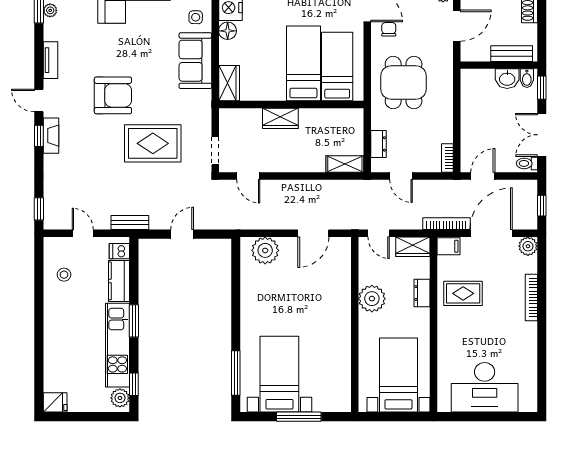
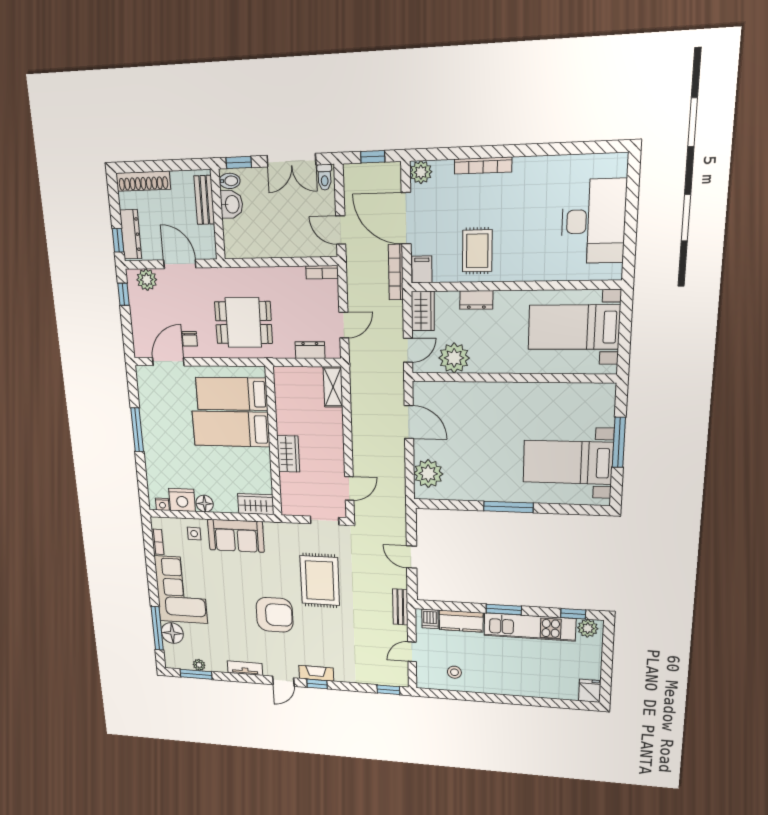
chair: (389, 29) -> (190, 339), turned -90
armchair: (113, 95) -> (275, 615), turned 90
plant: (372, 299) -> (454, 358), moved
window: (236, 373) -> (508, 507), moved

